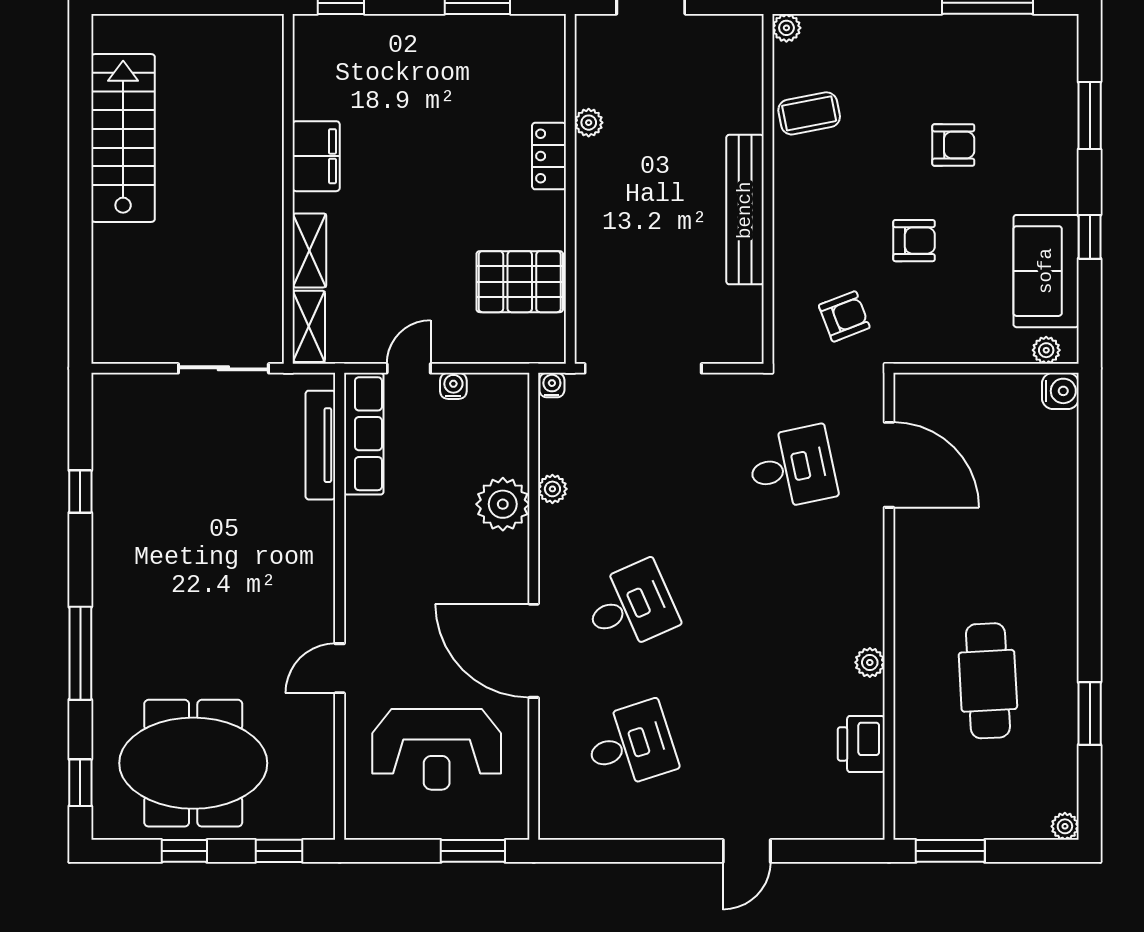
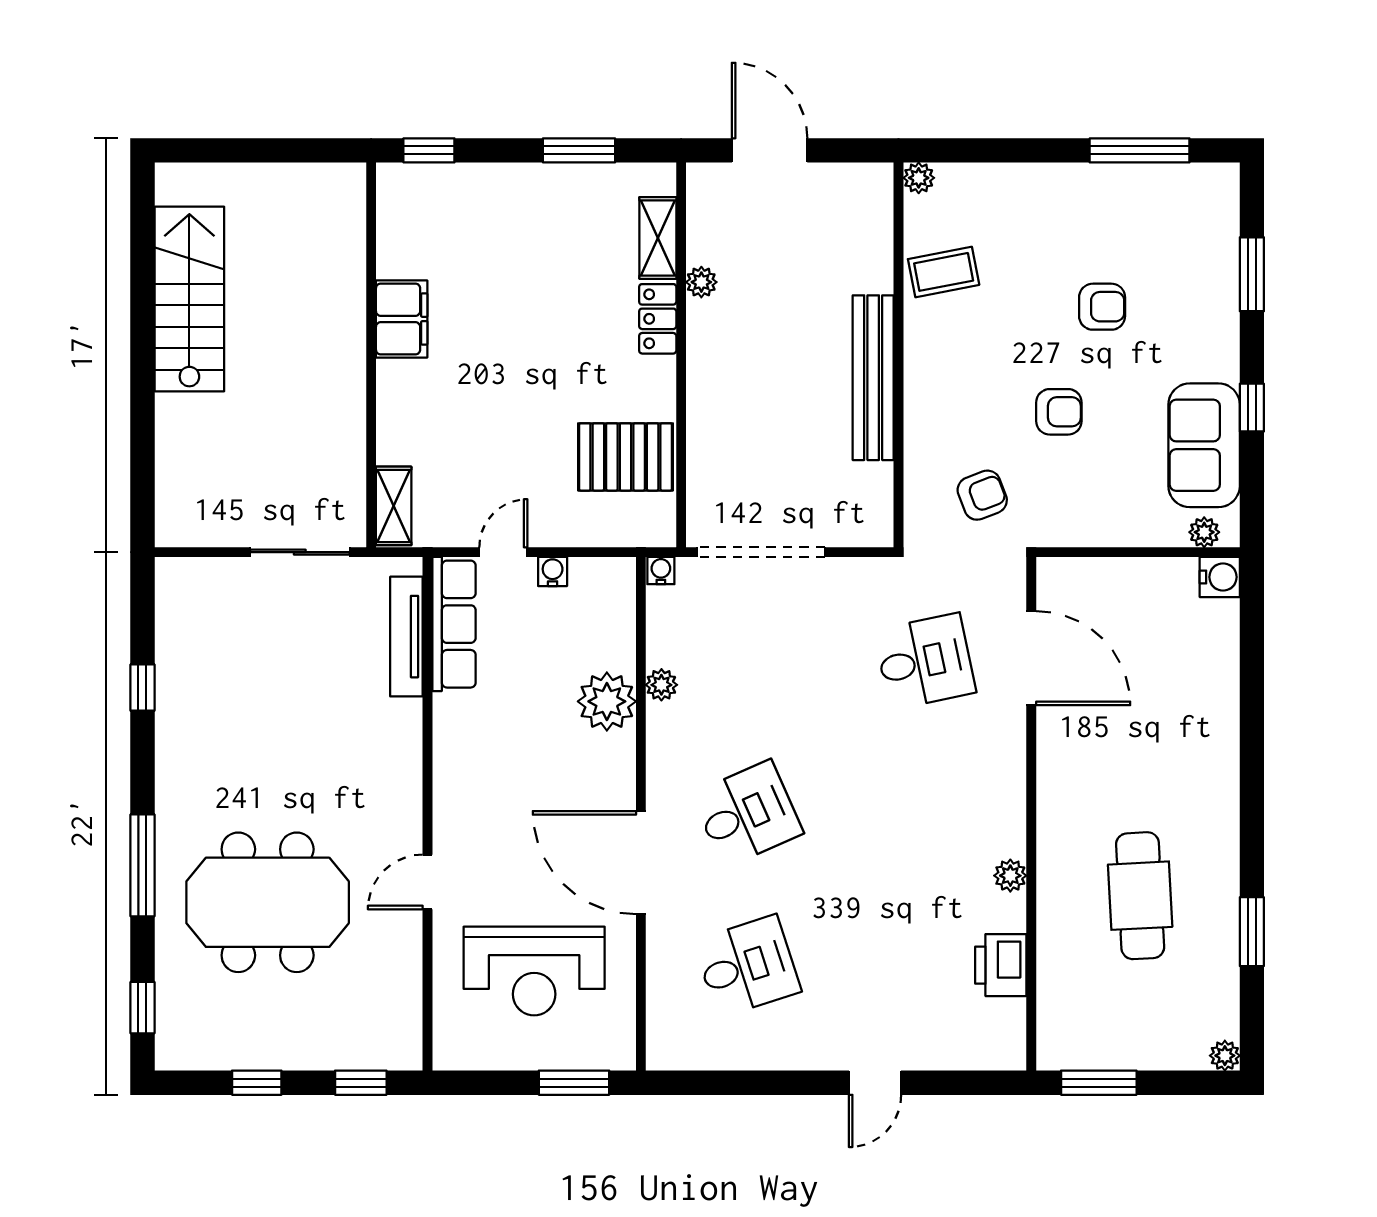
shelving: (309, 250) -> (658, 238), moved
meeting table: (193, 763) -> (268, 902), moved

